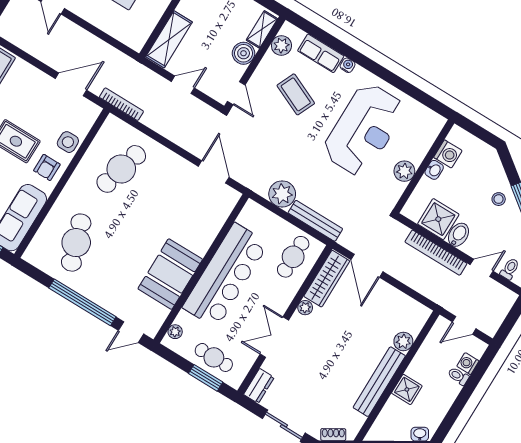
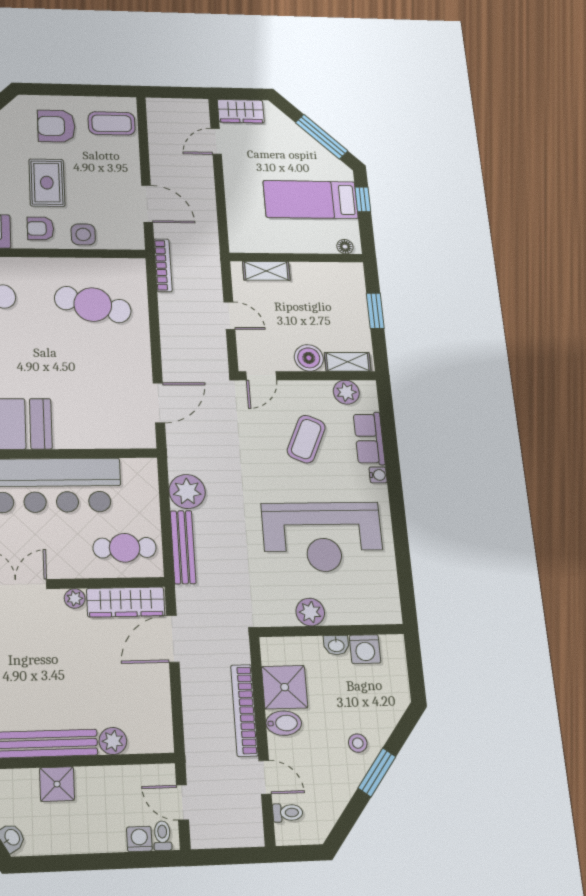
shelving: (169, 39) -> (266, 271), width x0.67, depth x0.75
toilet: (458, 376) -> (162, 836), moved

